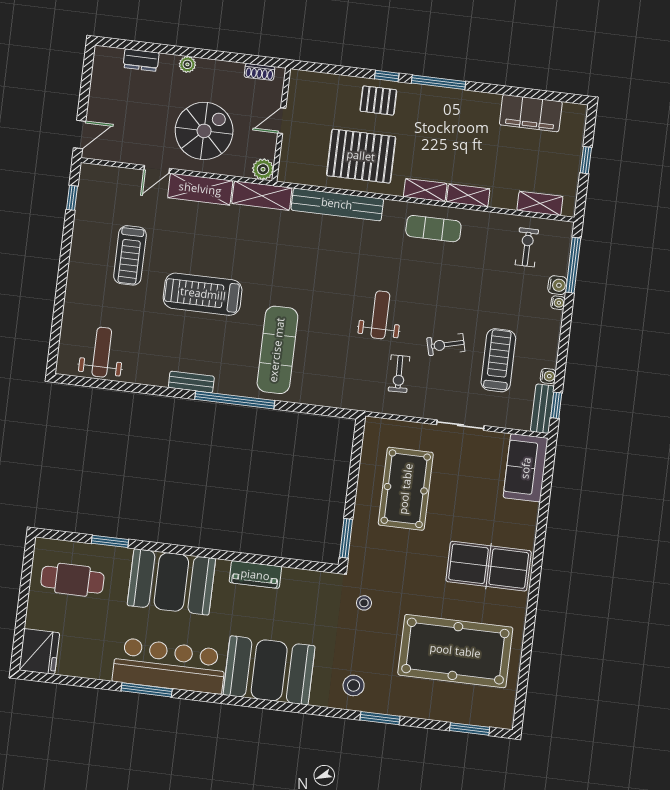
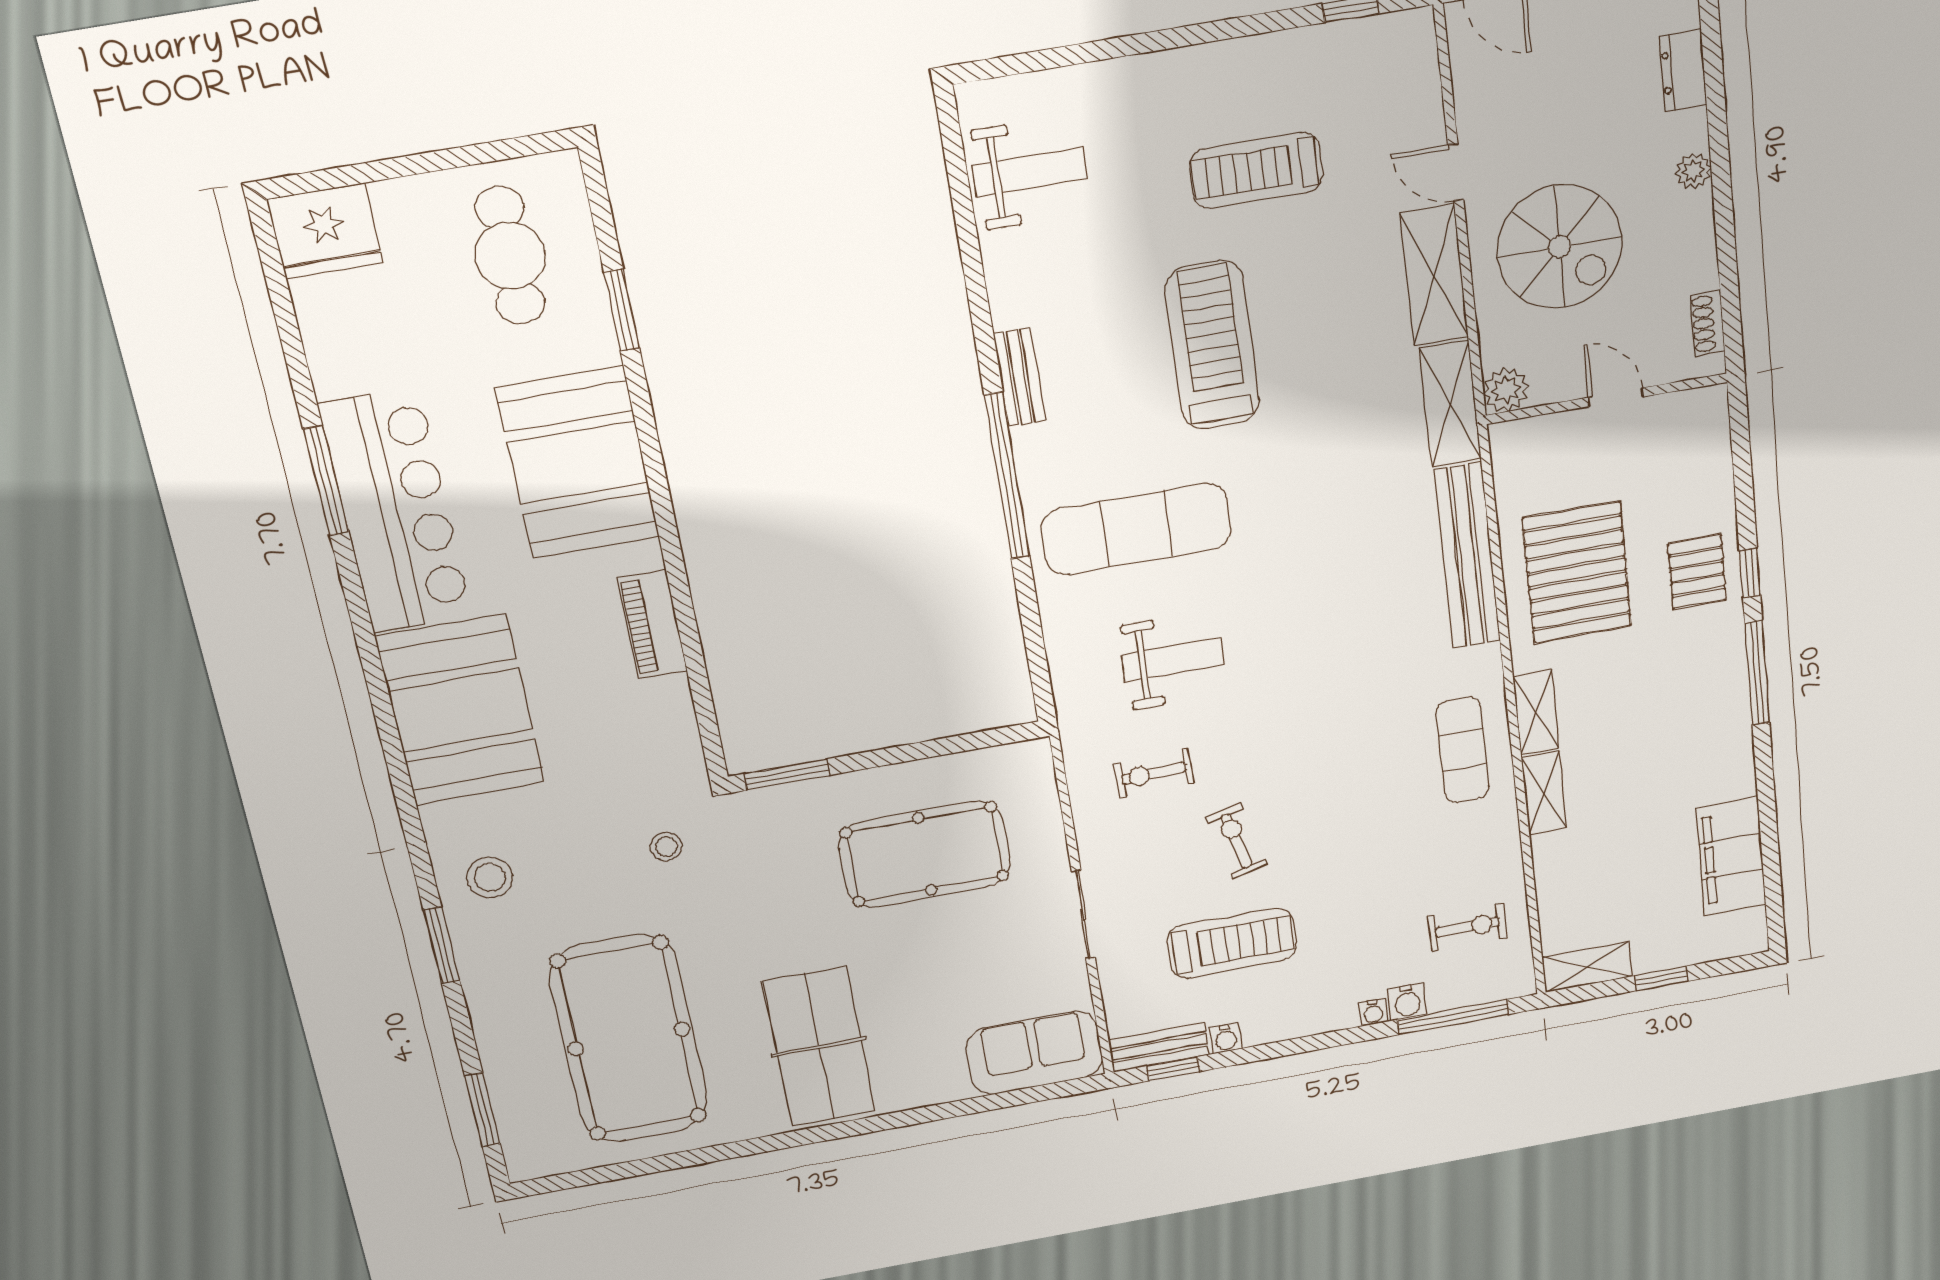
shelving: (540, 203) -> (1587, 967), moved, turned 90
weight bench: (380, 315) -> (1173, 660), moved

